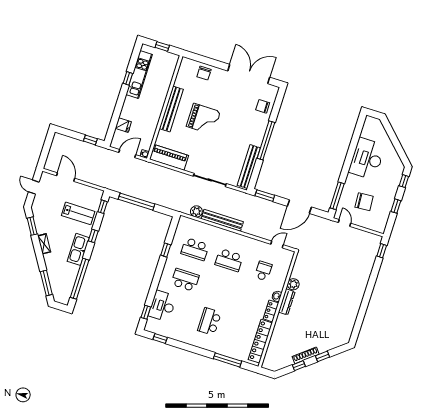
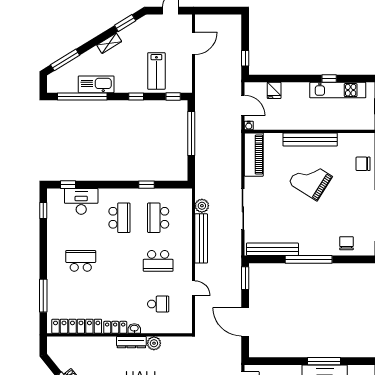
grand piano: (203, 119) -> (310, 180), turned 122
window: (337, 196) -> (324, 361), moved
door: (277, 245) -> (193, 288), moved
kitchen sink: (78, 249) -> (96, 84), moved
school desk: (229, 260) -> (158, 261), turned -90

